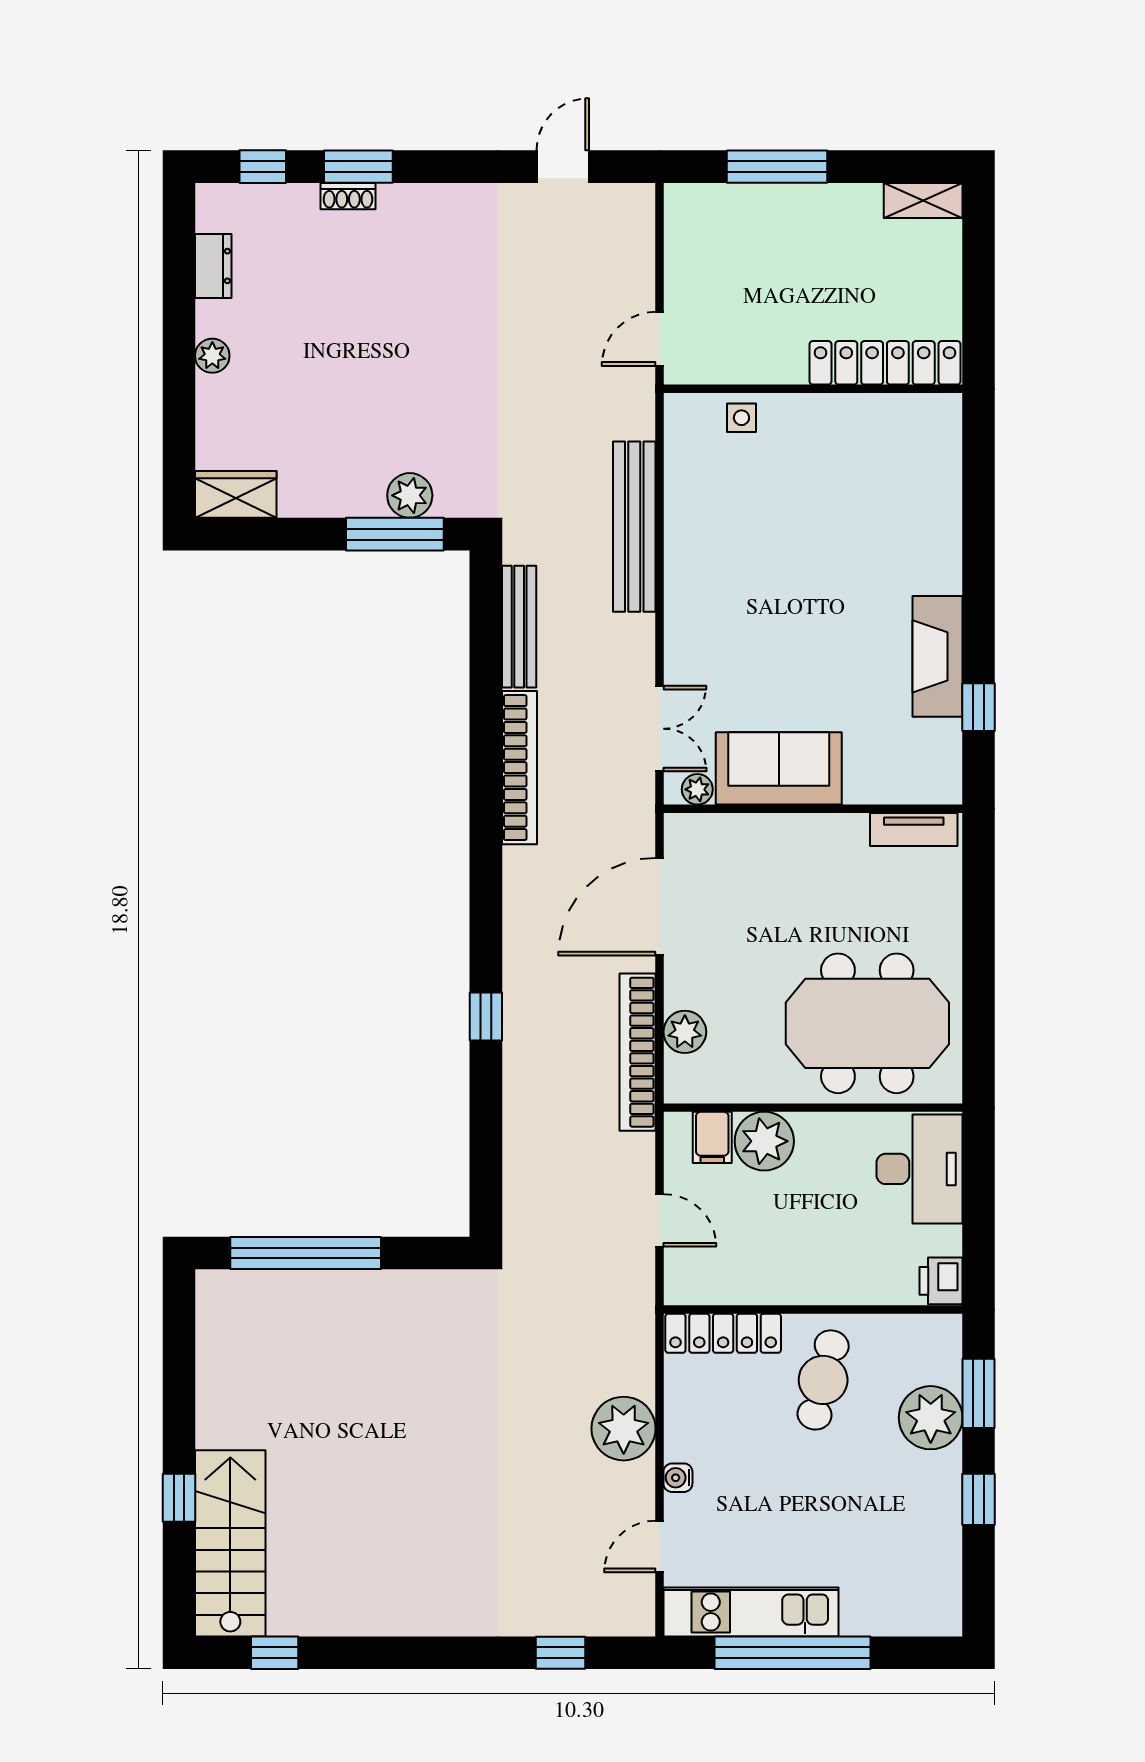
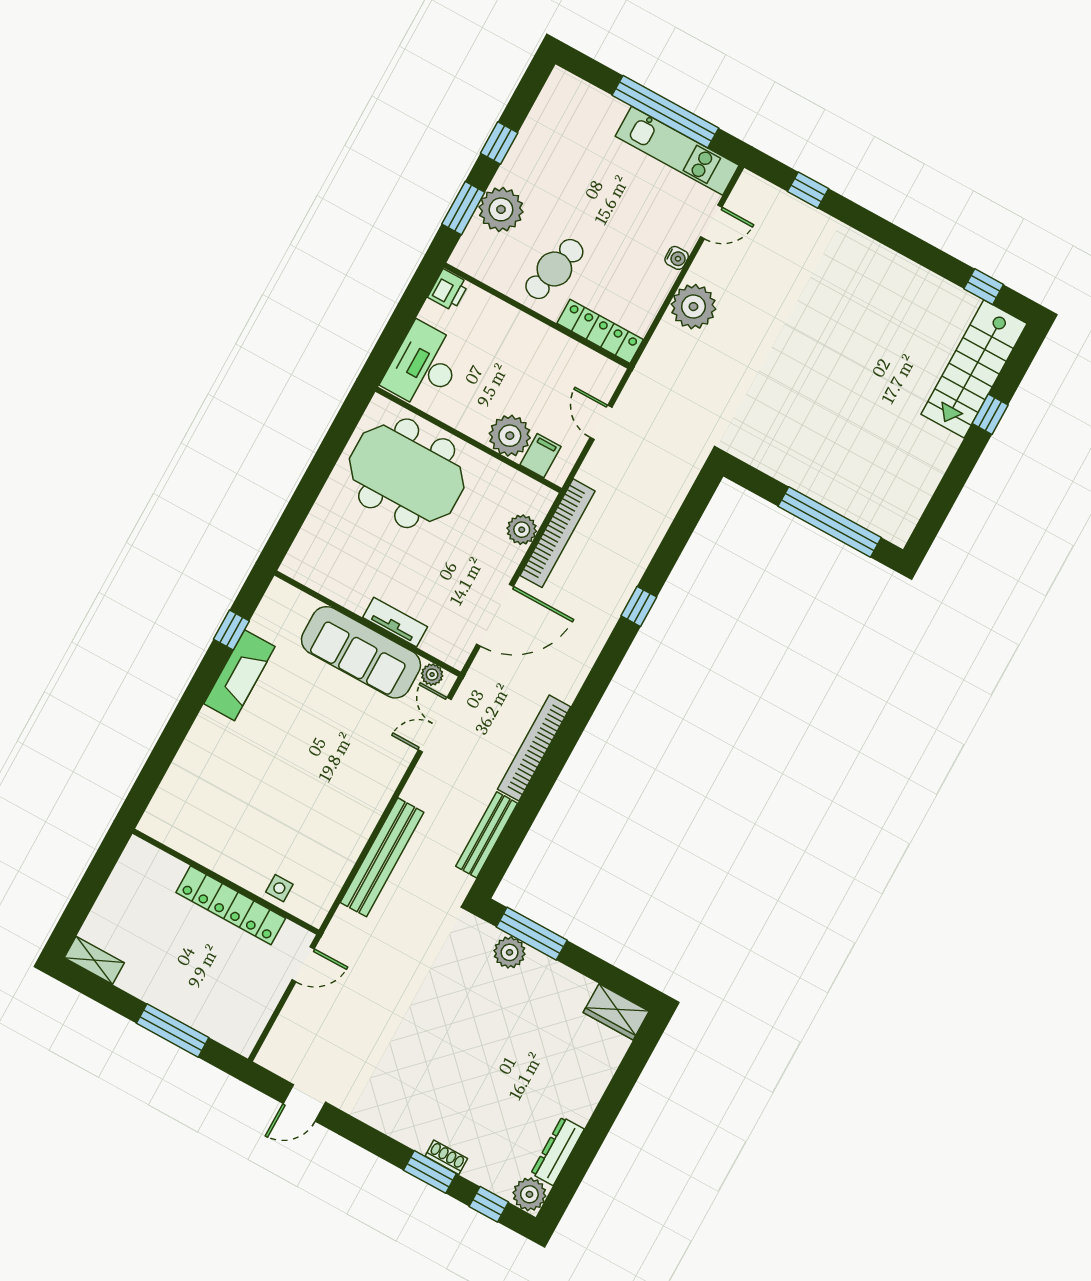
dresser: (213, 266) -> (558, 1151), width x1.44
plant: (212, 356) -> (529, 1194), moved, width x1.38, depth x1.38
locker: (885, 363) -> (231, 905), moved
sofa: (779, 768) -> (361, 652), width x1.36
tv unit: (914, 829) -> (395, 622), moved

